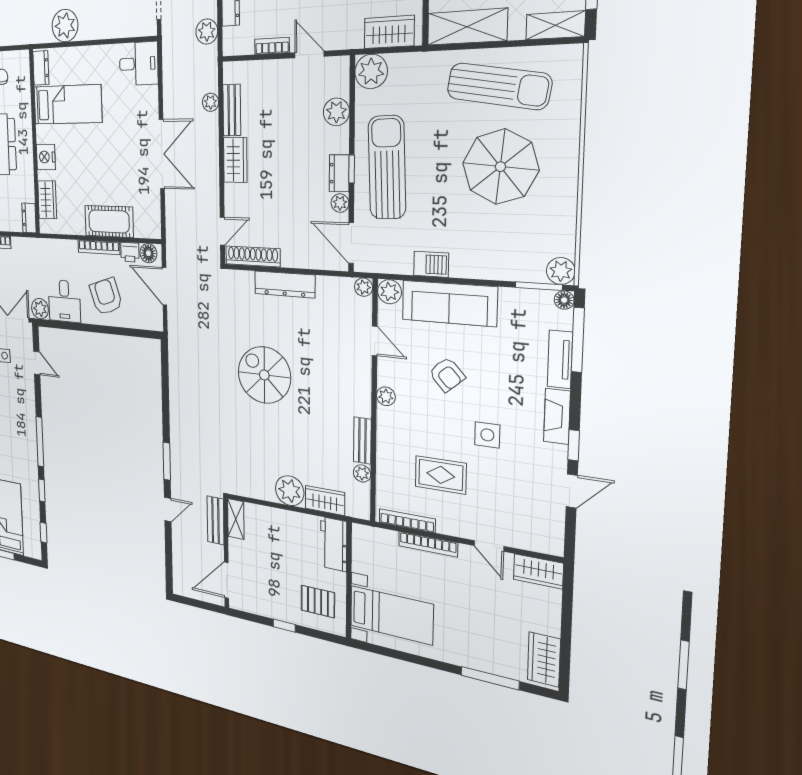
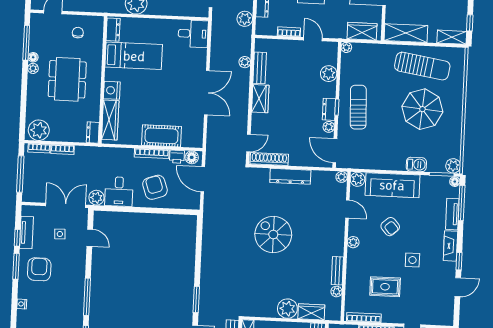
plant: (371, 71) -> (346, 47), width x0.53, depth x0.53
sun lounger: (387, 167) -> (358, 107), width x0.73, depth x0.75
wardrobe: (47, 200) -> (110, 120), width x1.50
barbecue: (431, 264) -> (416, 164), moved

